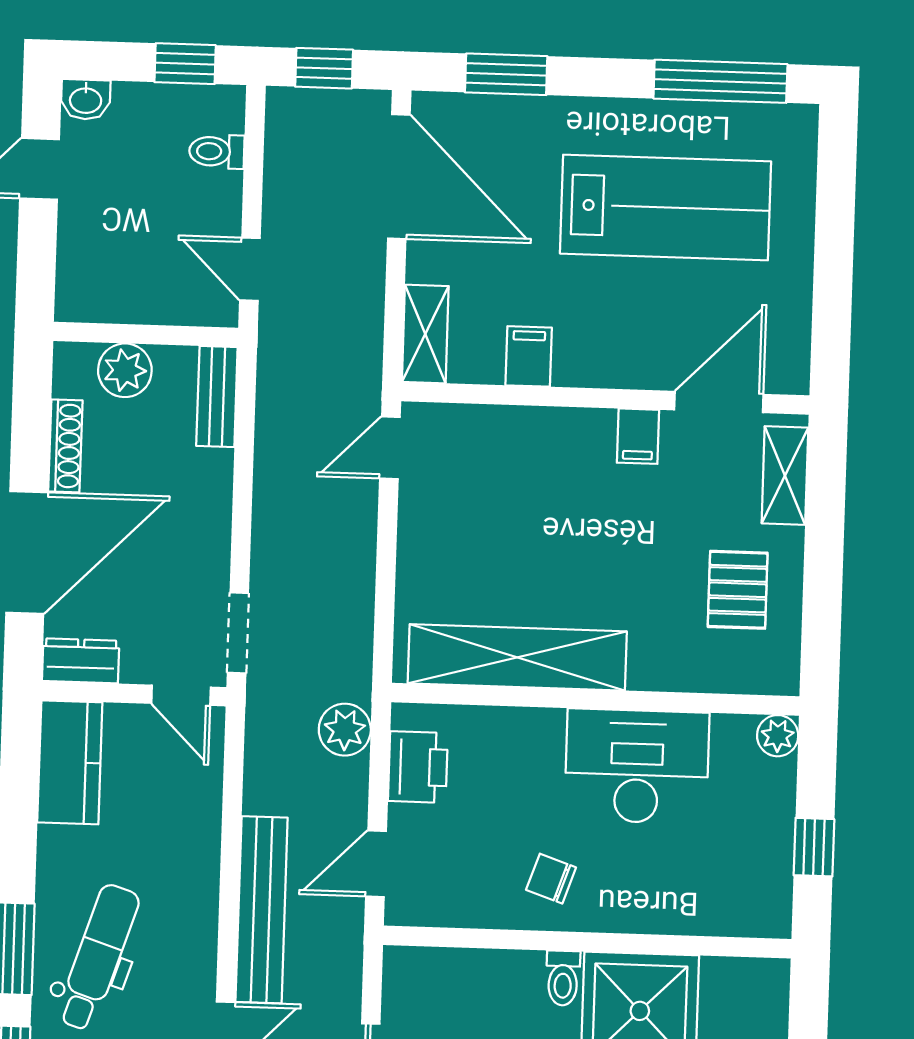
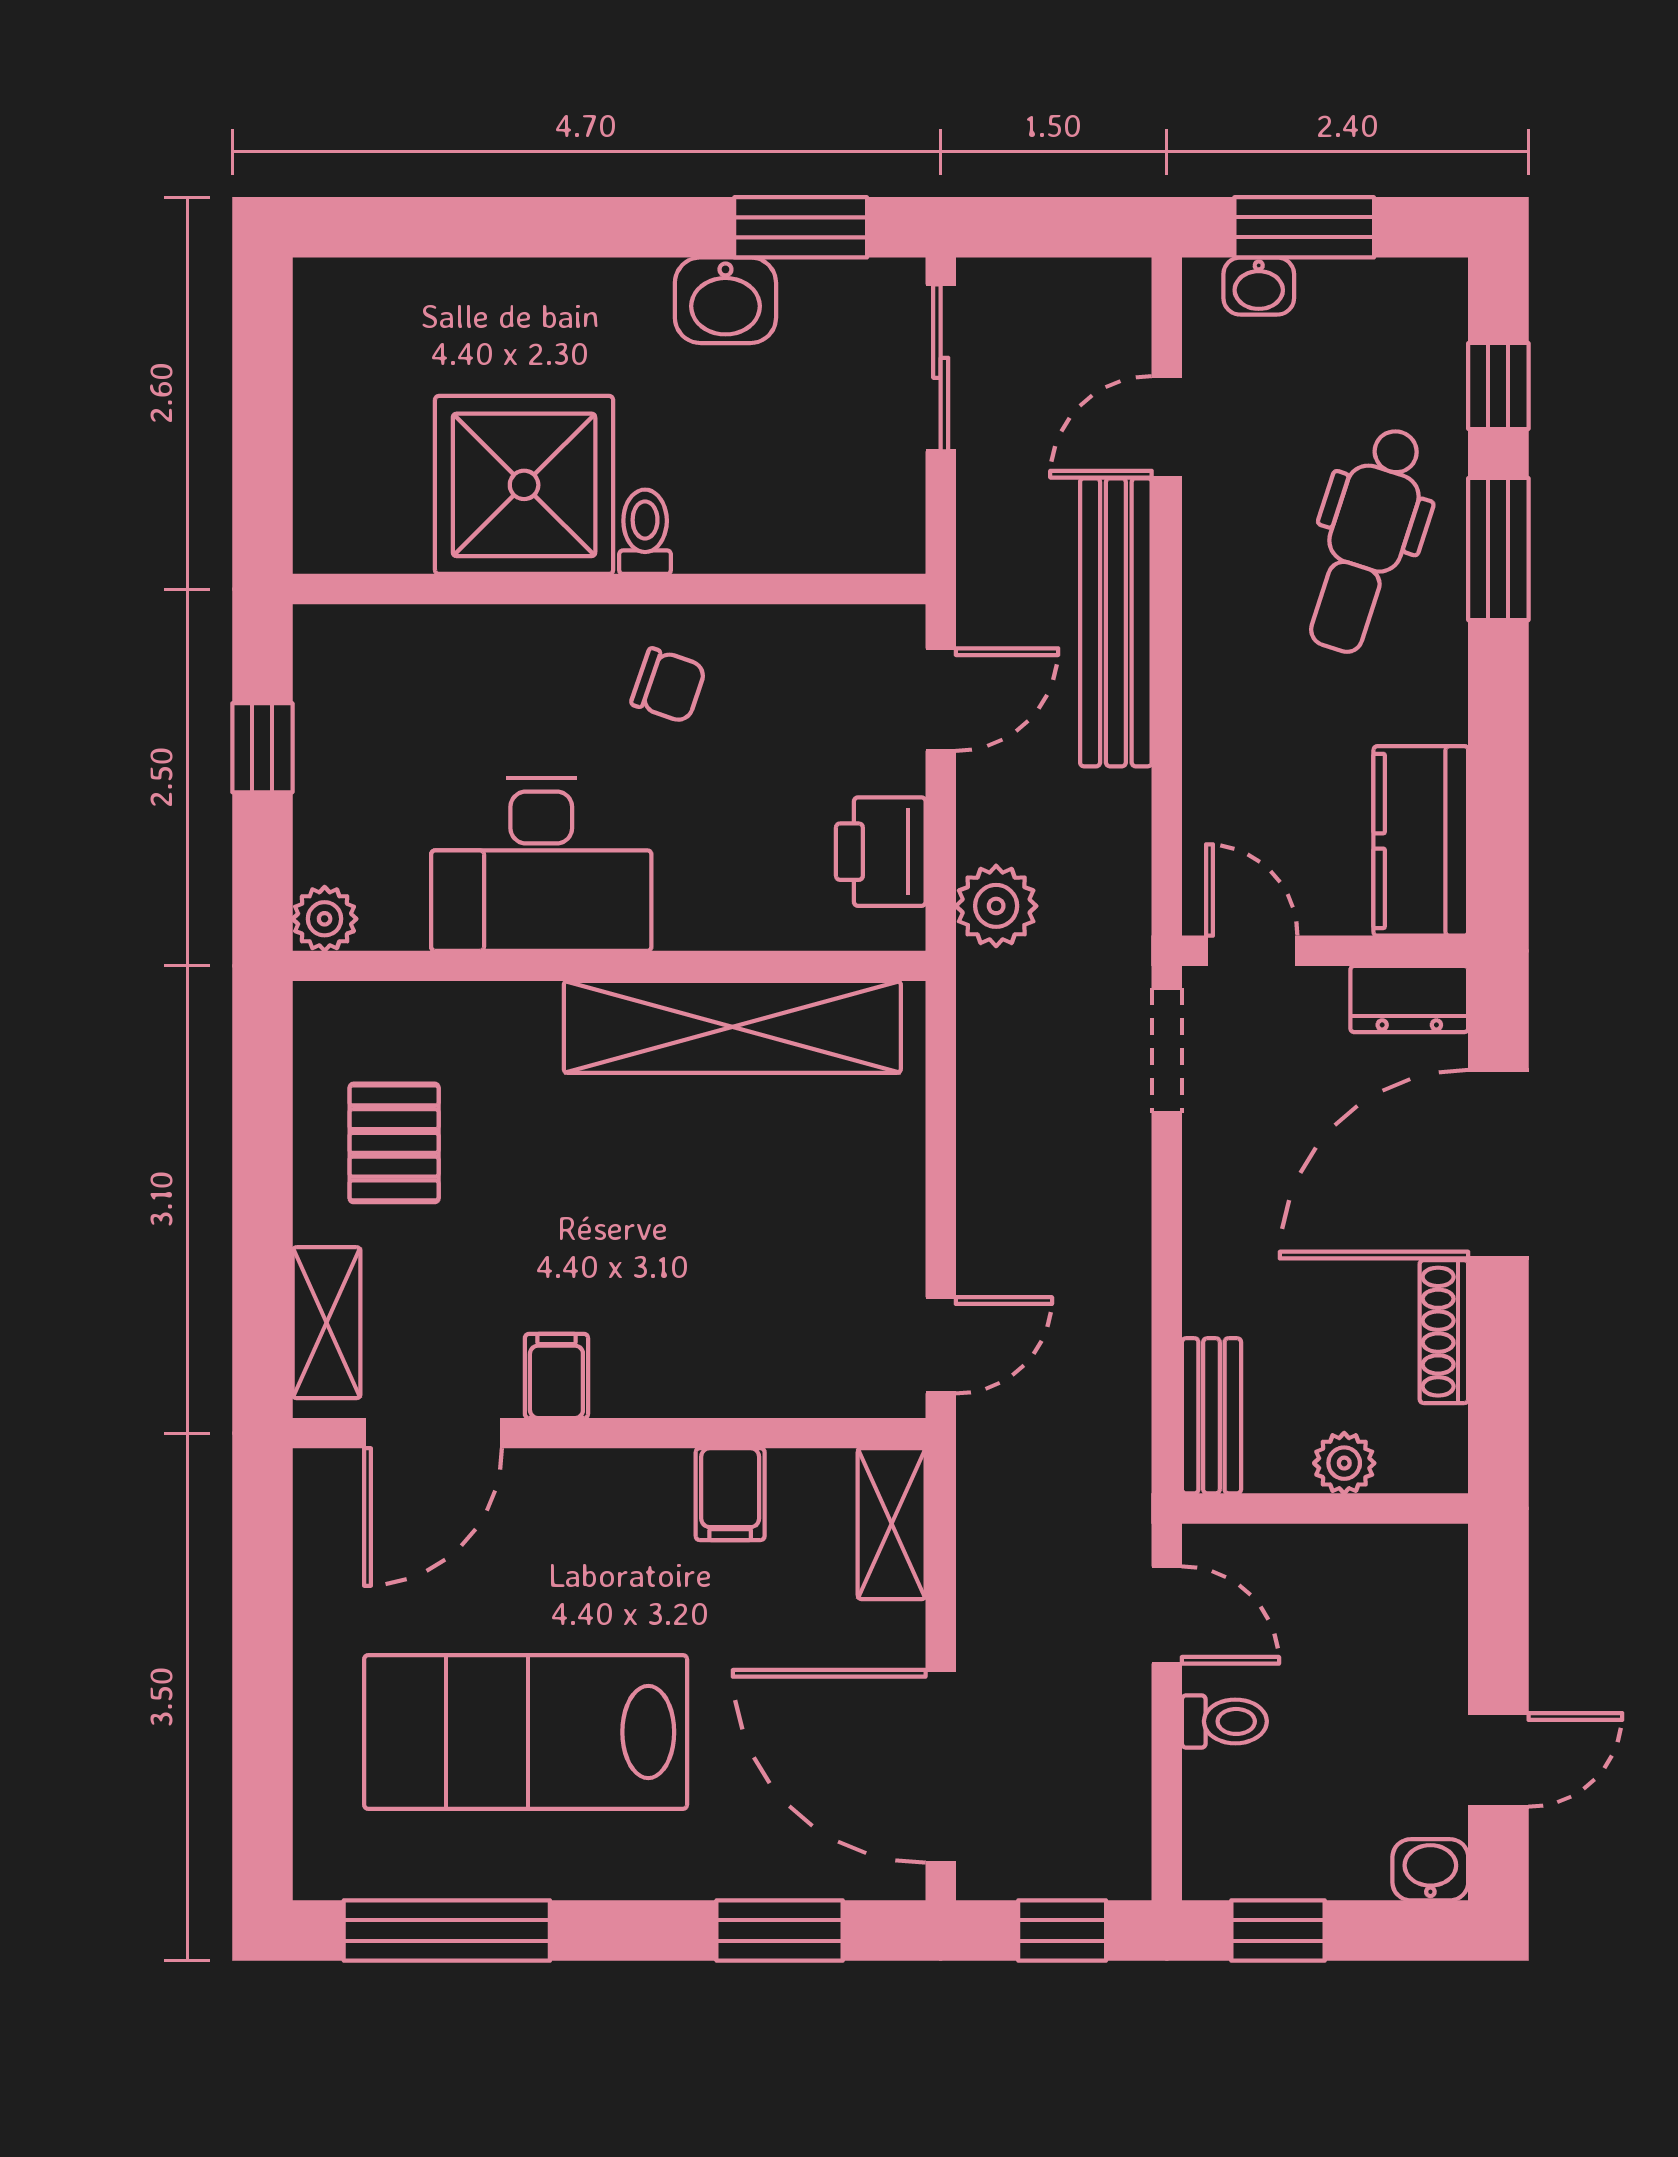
toilet: (217, 151) -> (1224, 1721), moved
plant: (125, 370) -> (1344, 1463), width x0.73, depth x0.73

